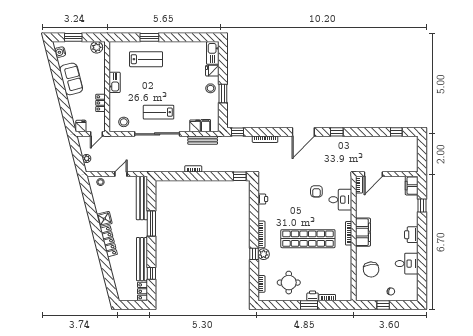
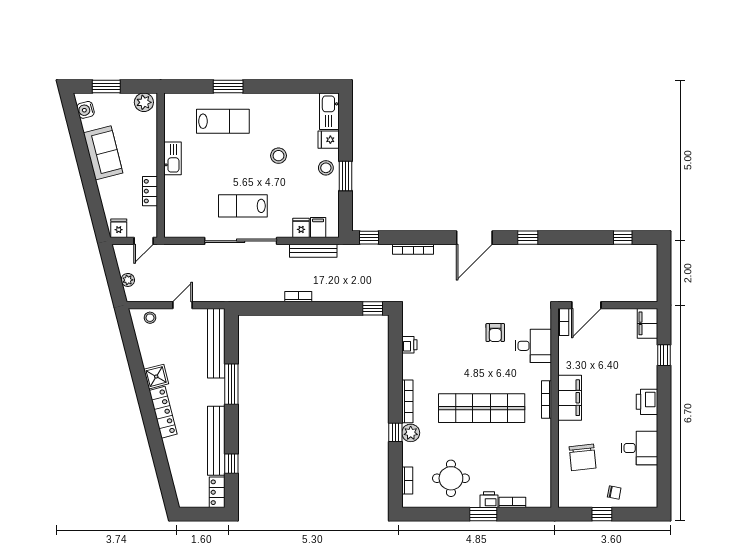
stool: (124, 122) -> (278, 156), moved

